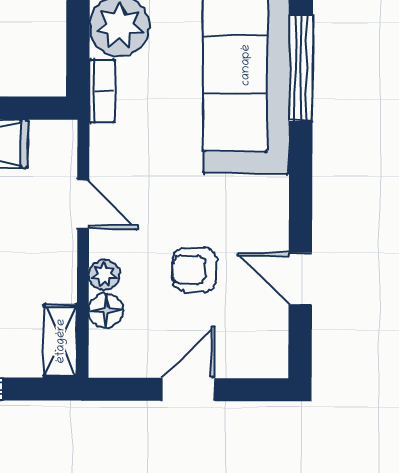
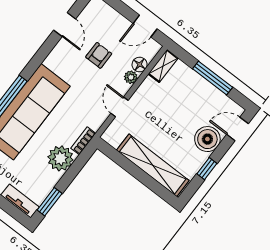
armchair: (194, 270) -> (99, 55), turned -90
door: (189, 390) -> (145, 26), moved

